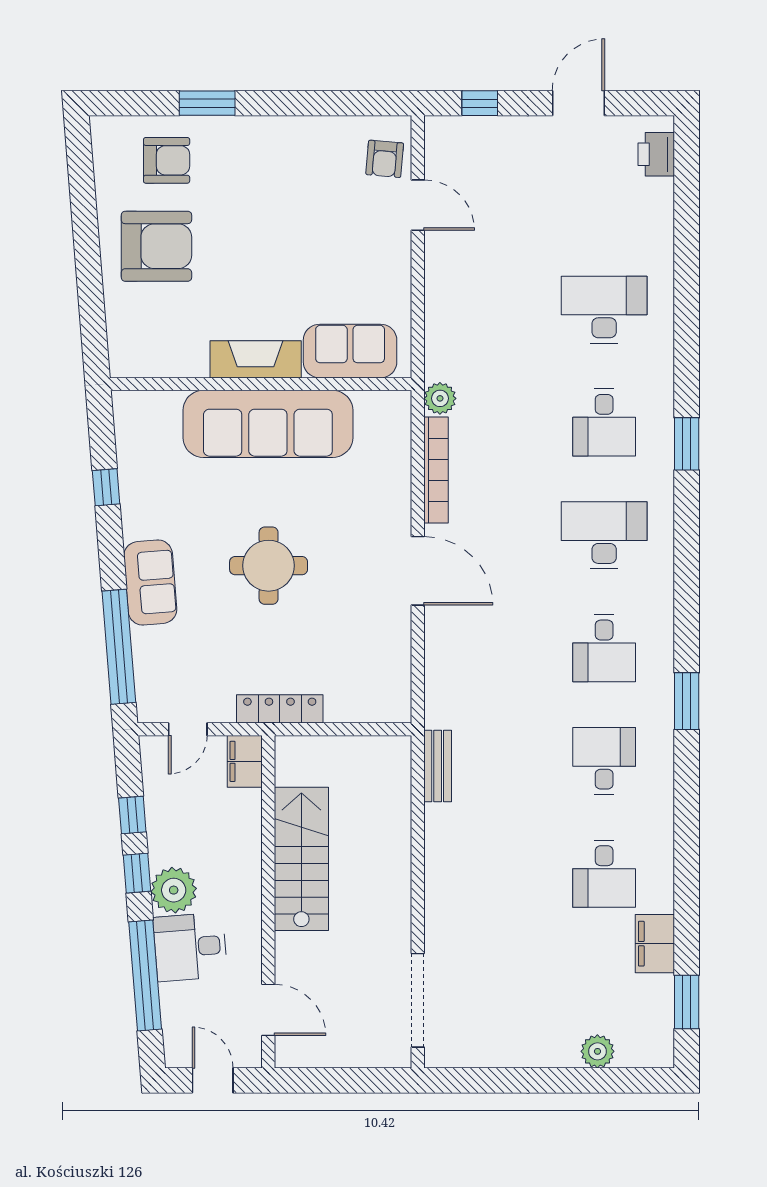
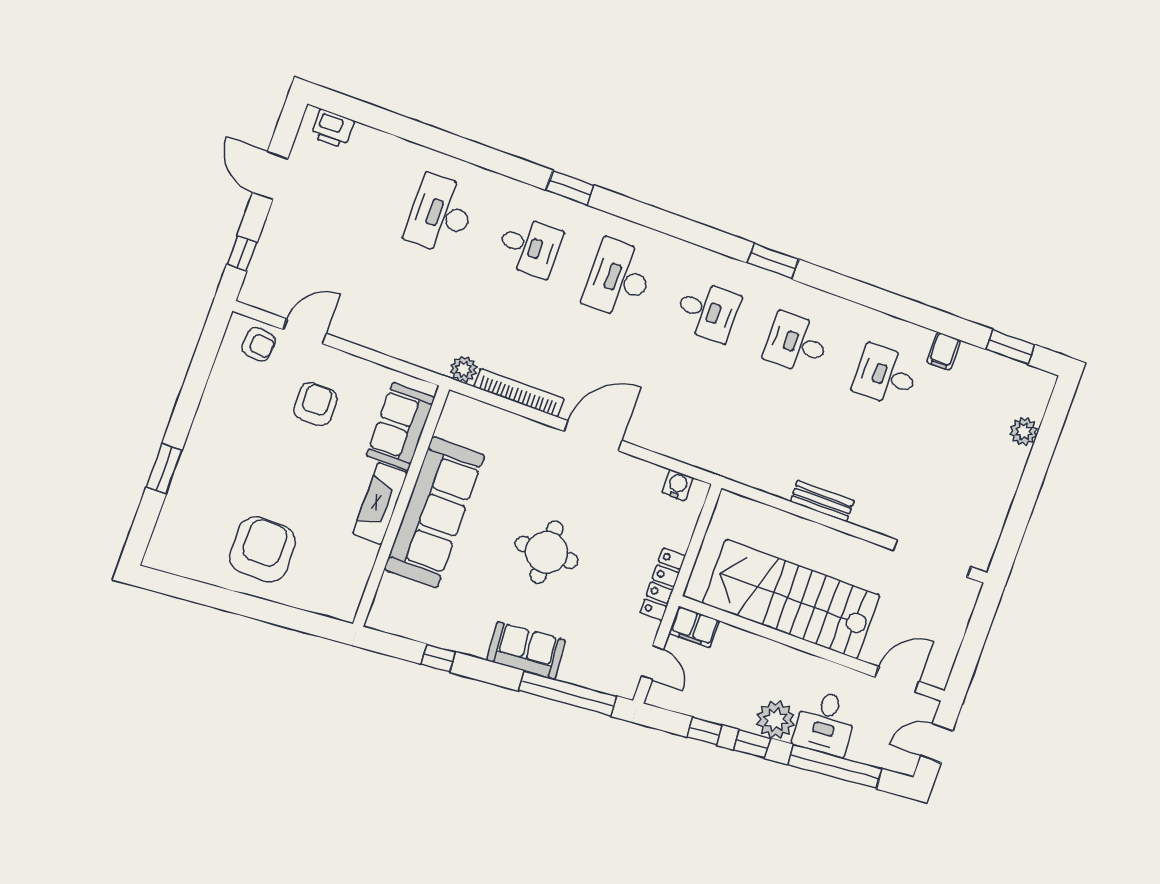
armchair: (167, 160) -> (315, 404), moved
water cooler: (397, 685) -> (678, 485), added
bench: (438, 766) -> (822, 501), moved
stairs: (301, 859) -> (791, 599), width x1.36, depth x1.51
desk: (604, 874) -> (886, 375), turned 180
filing cabinet: (655, 944) -> (944, 351), width x0.50

